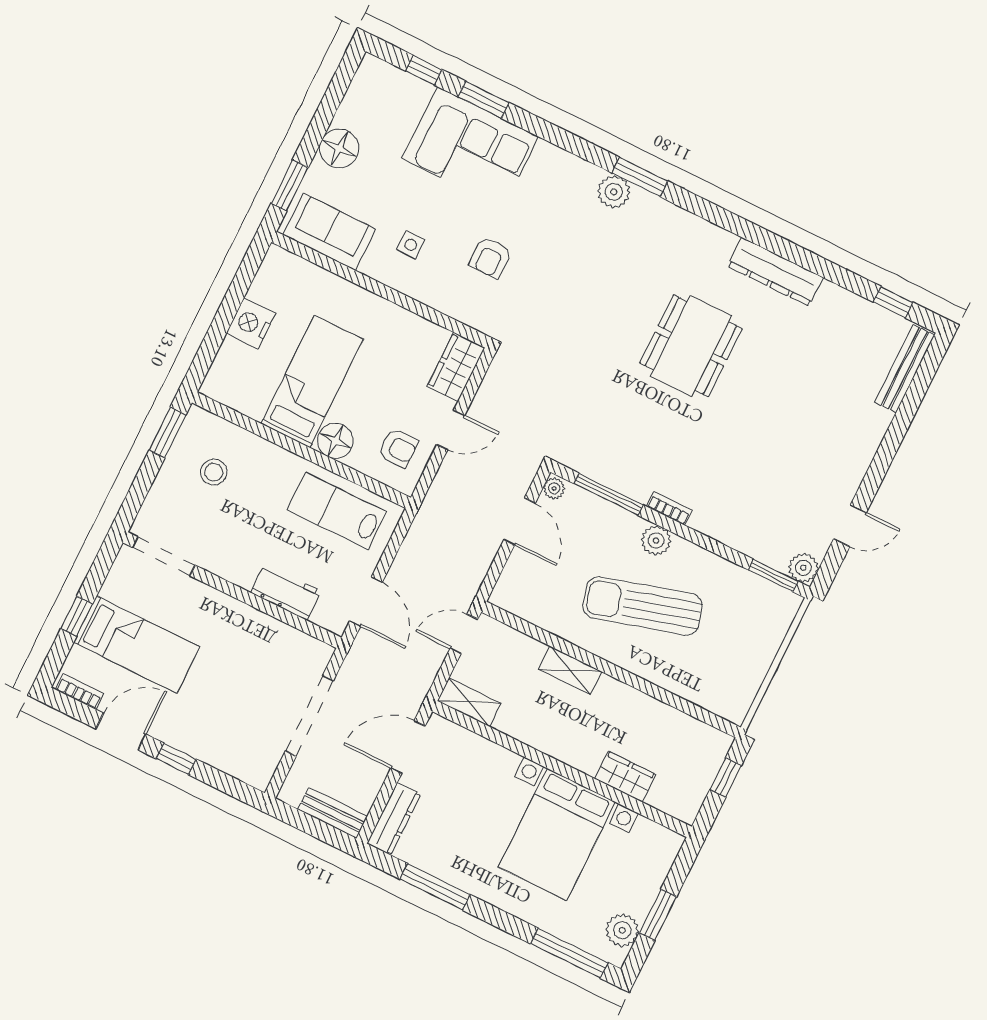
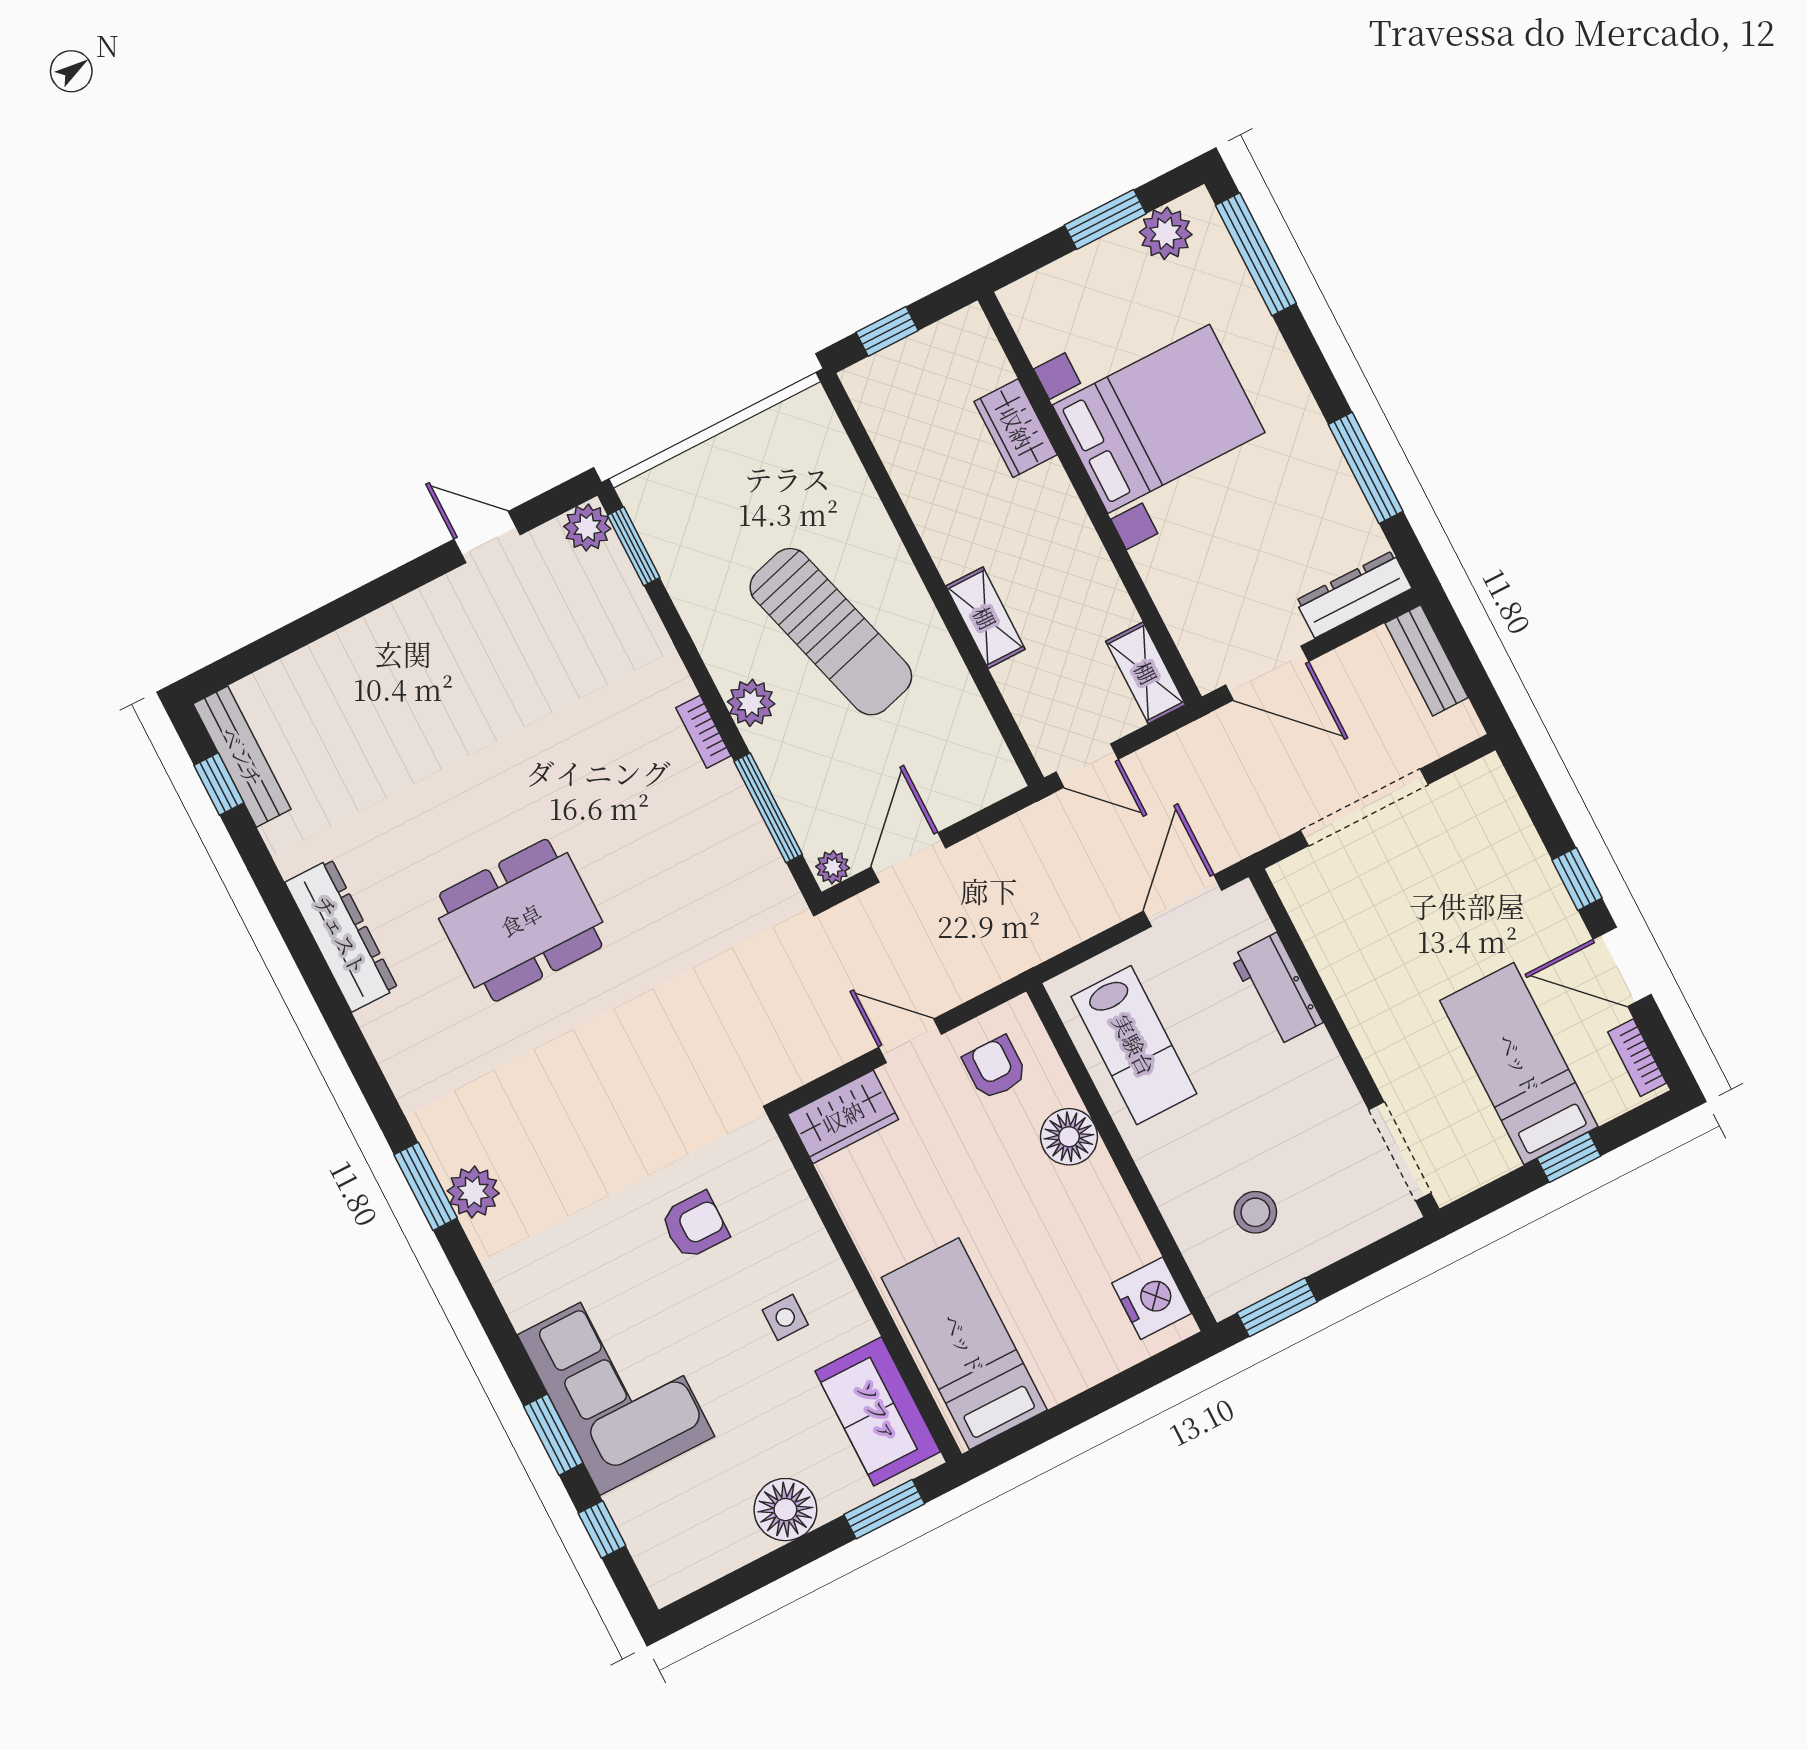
nightstand: (251, 323) -> (1152, 1298), moved, turned -90
bench: (905, 369) -> (242, 757), moved, turned 90
bed: (312, 381) -> (964, 1344), moved, turned 90

